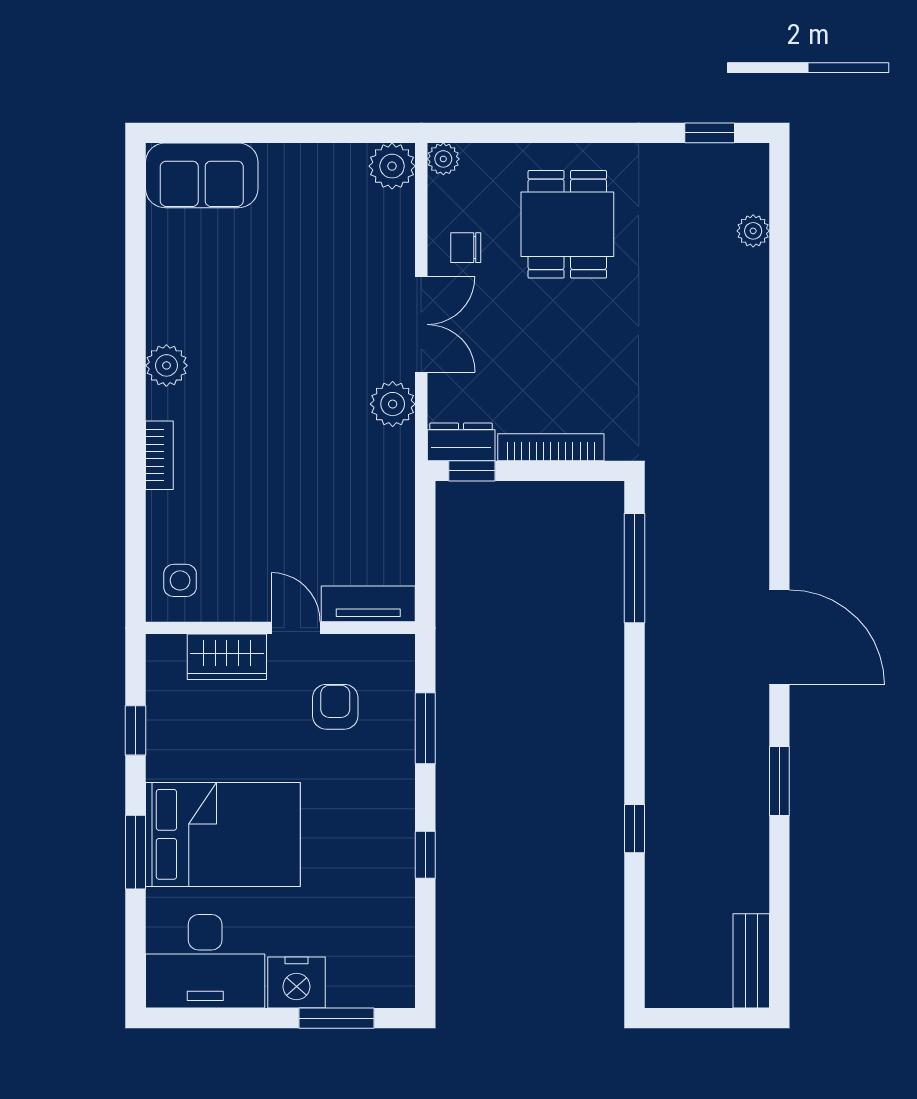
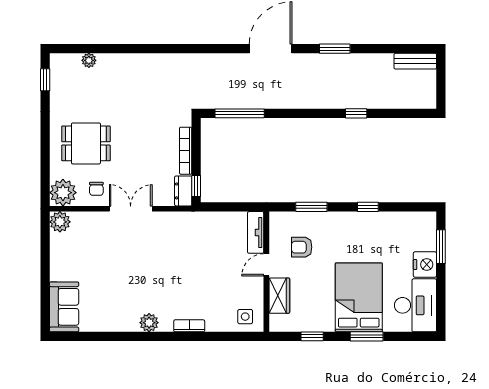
plant: (443, 159) -> (63, 193), width x1.87, depth x1.87
plant: (393, 404) -> (166, 222), removed

